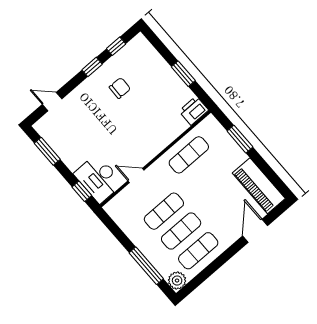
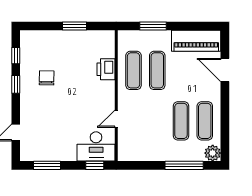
printer: (194, 111) -> (106, 69), moved
exercise mat: (164, 211) -> (157, 70), moved

